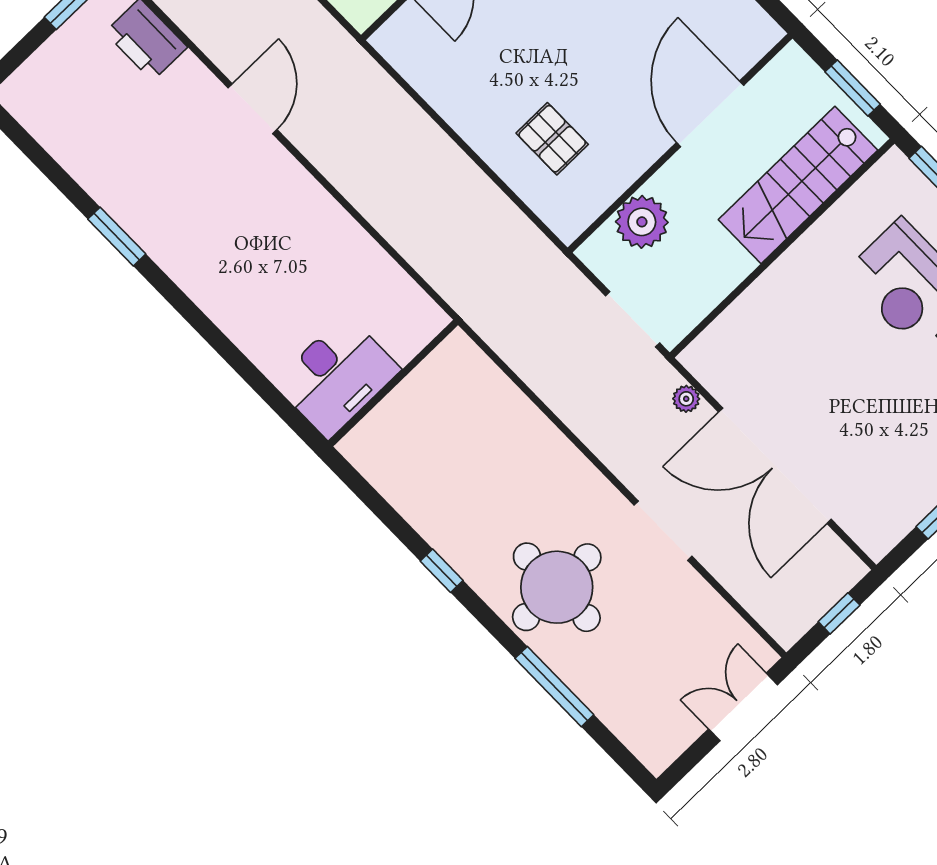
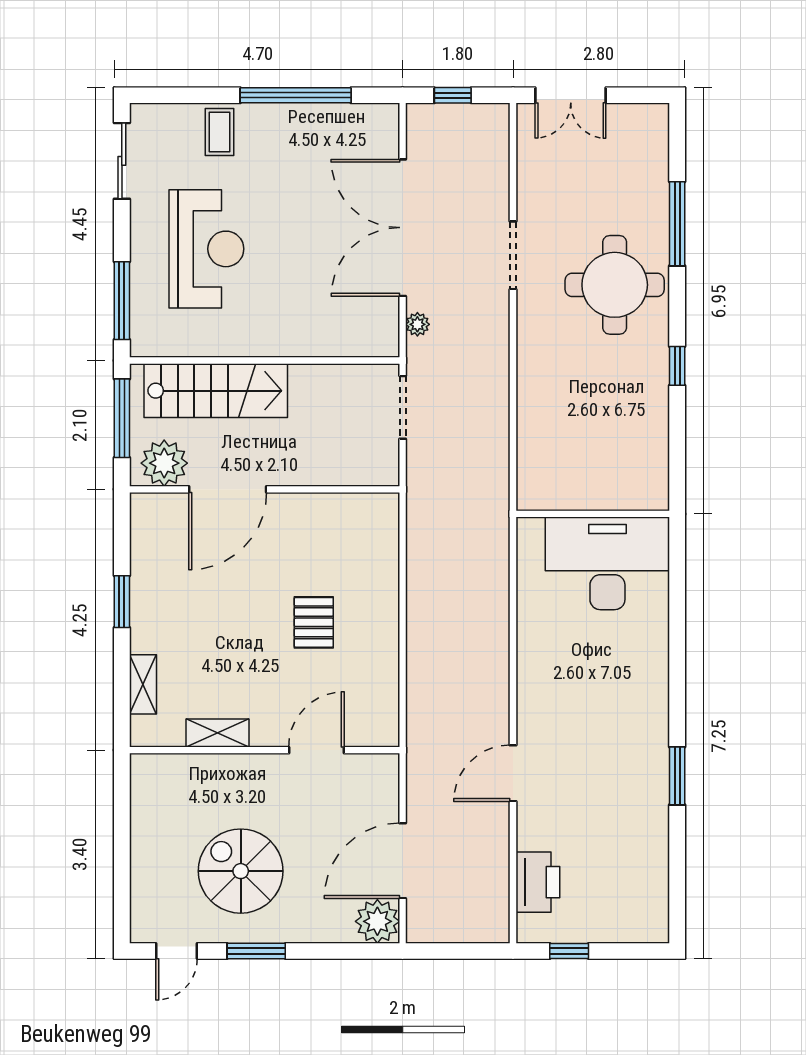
window: (853, 88) -> (122, 418), width x1.44
pallet: (552, 139) -> (314, 622), moved
plant: (642, 222) -> (164, 463), moved
desk: (337, 376) -> (607, 563), width x1.36, depth x1.30
double door: (775, 466) -> (403, 228), swing flipped

